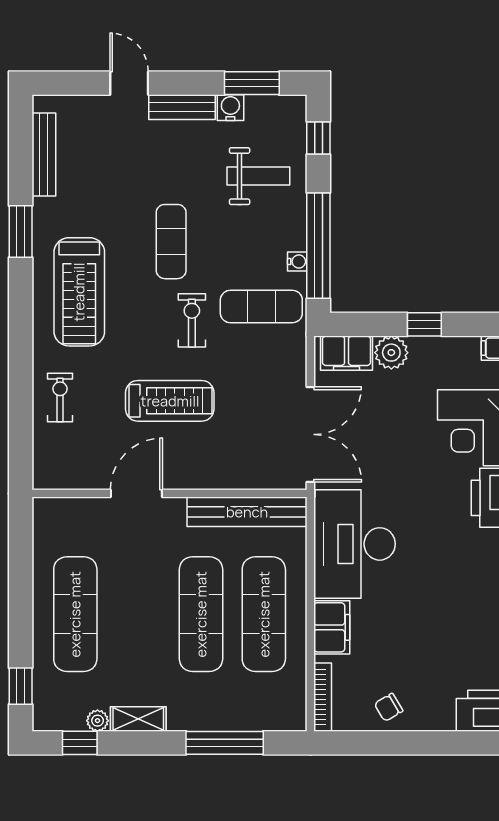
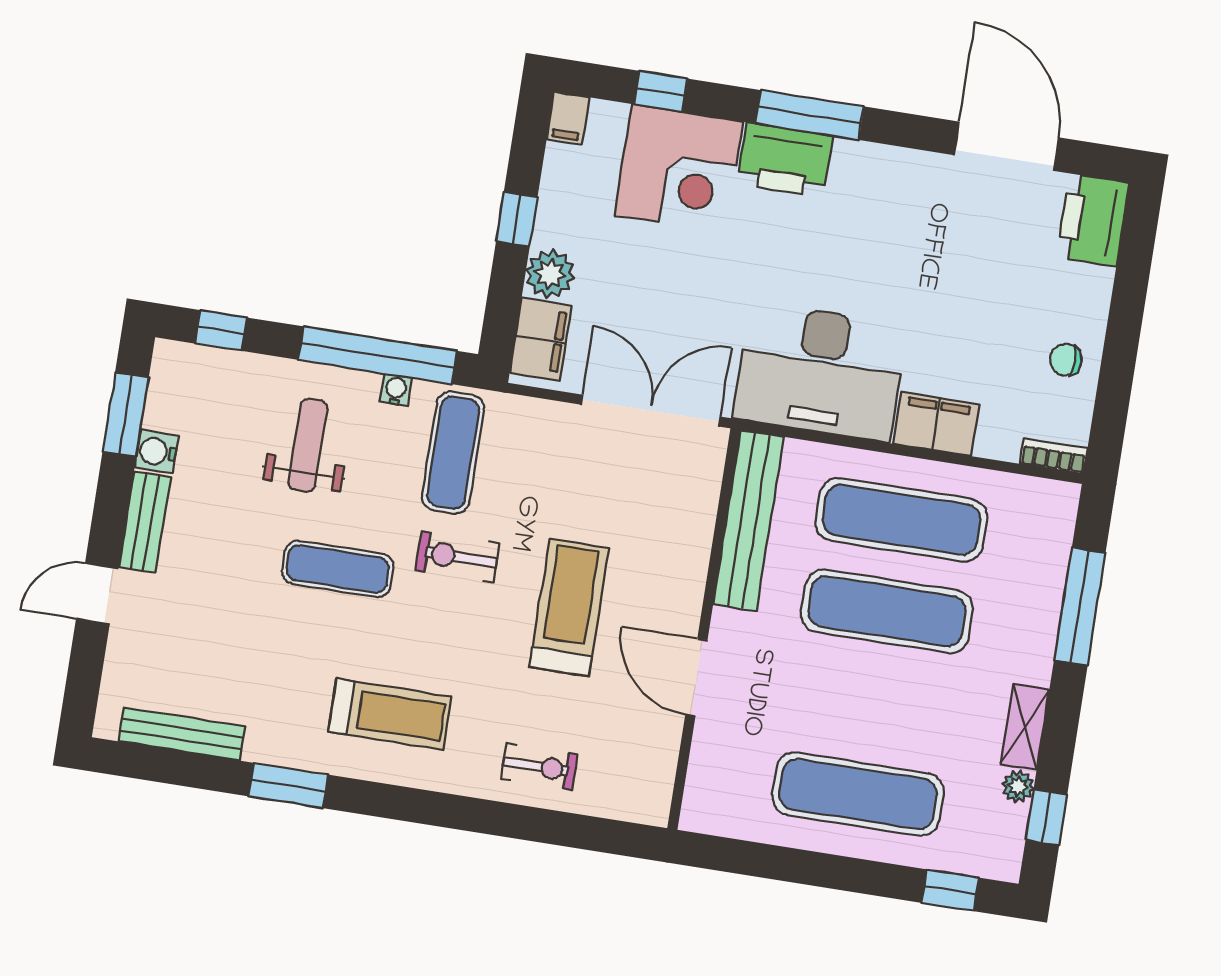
weight bench: (258, 176) -> (308, 445), moved
treadmill: (79, 292) -> (390, 714), width x0.73, depth x0.73
exercise bike: (60, 398) -> (539, 767), turned 180
bookcase: (323, 697) -> (1054, 456), width x0.64
chair: (389, 707) -> (1066, 360), turned 121

